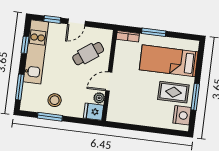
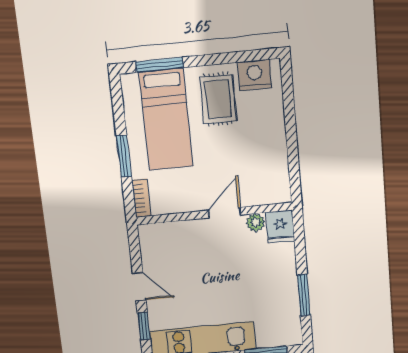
cafe table: (88, 54) -> (186, 257), removed
door: (109, 82) -> (225, 213), swing flipped
window: (195, 97) -> (159, 65), moved
stool: (55, 100) -> (275, 293), removed

